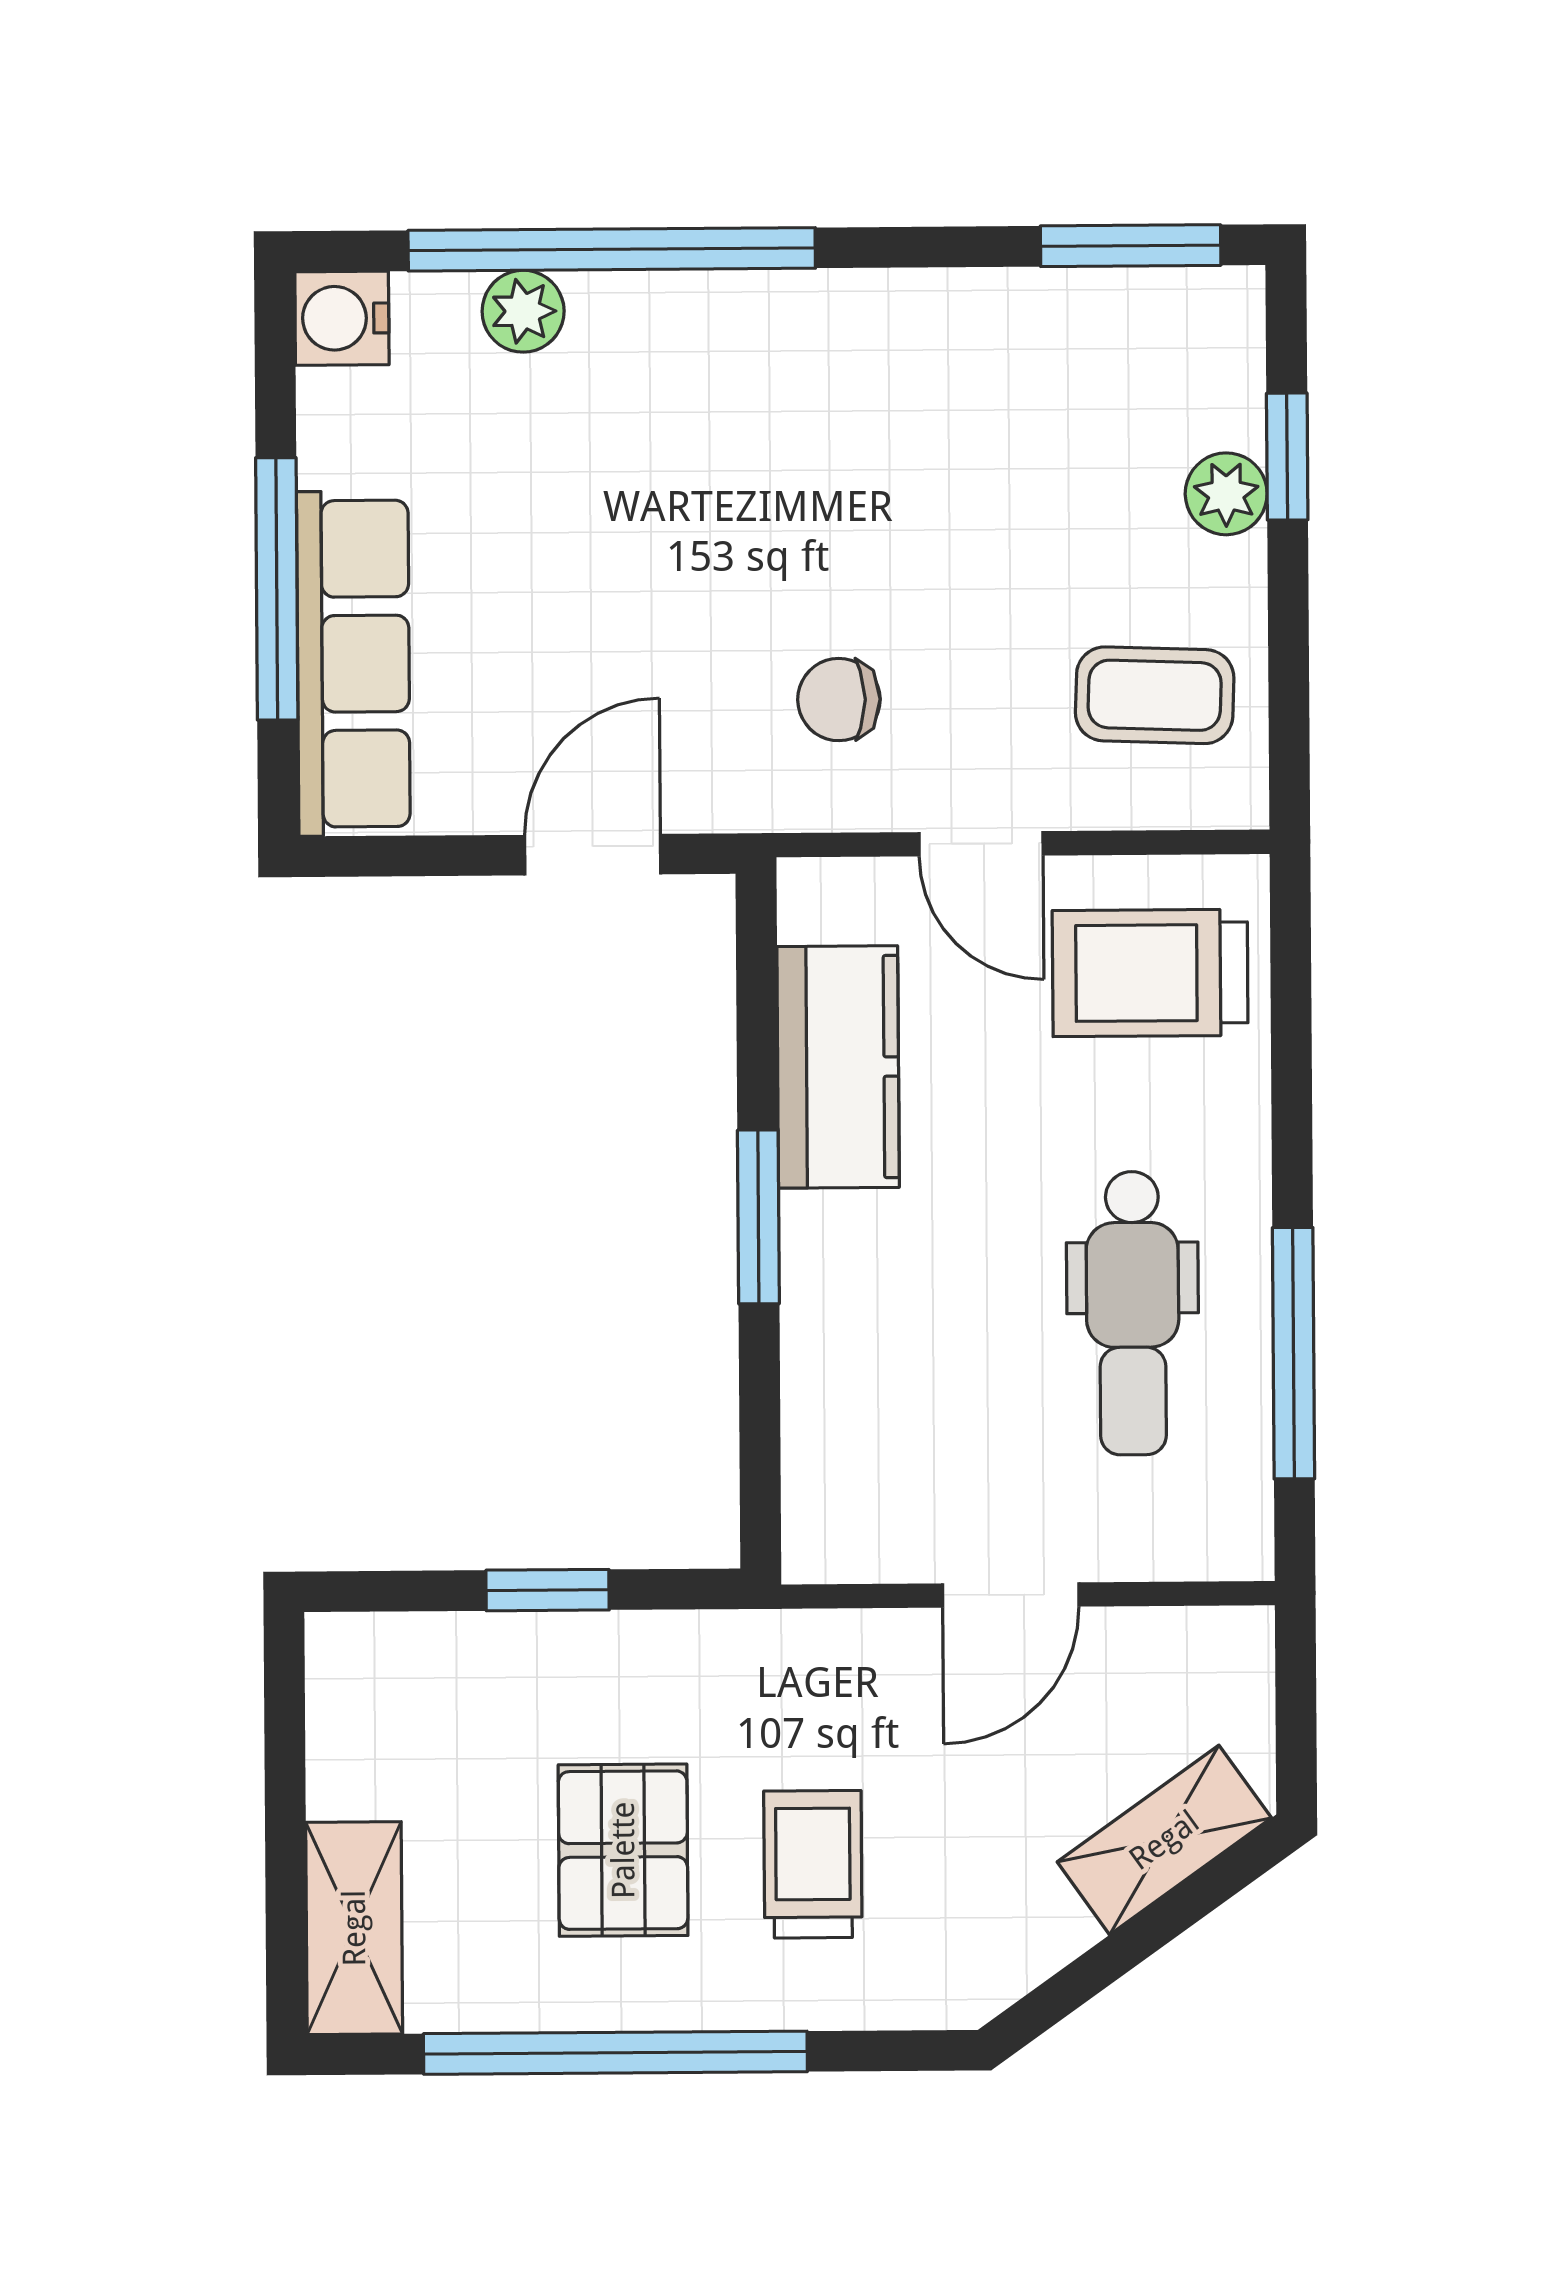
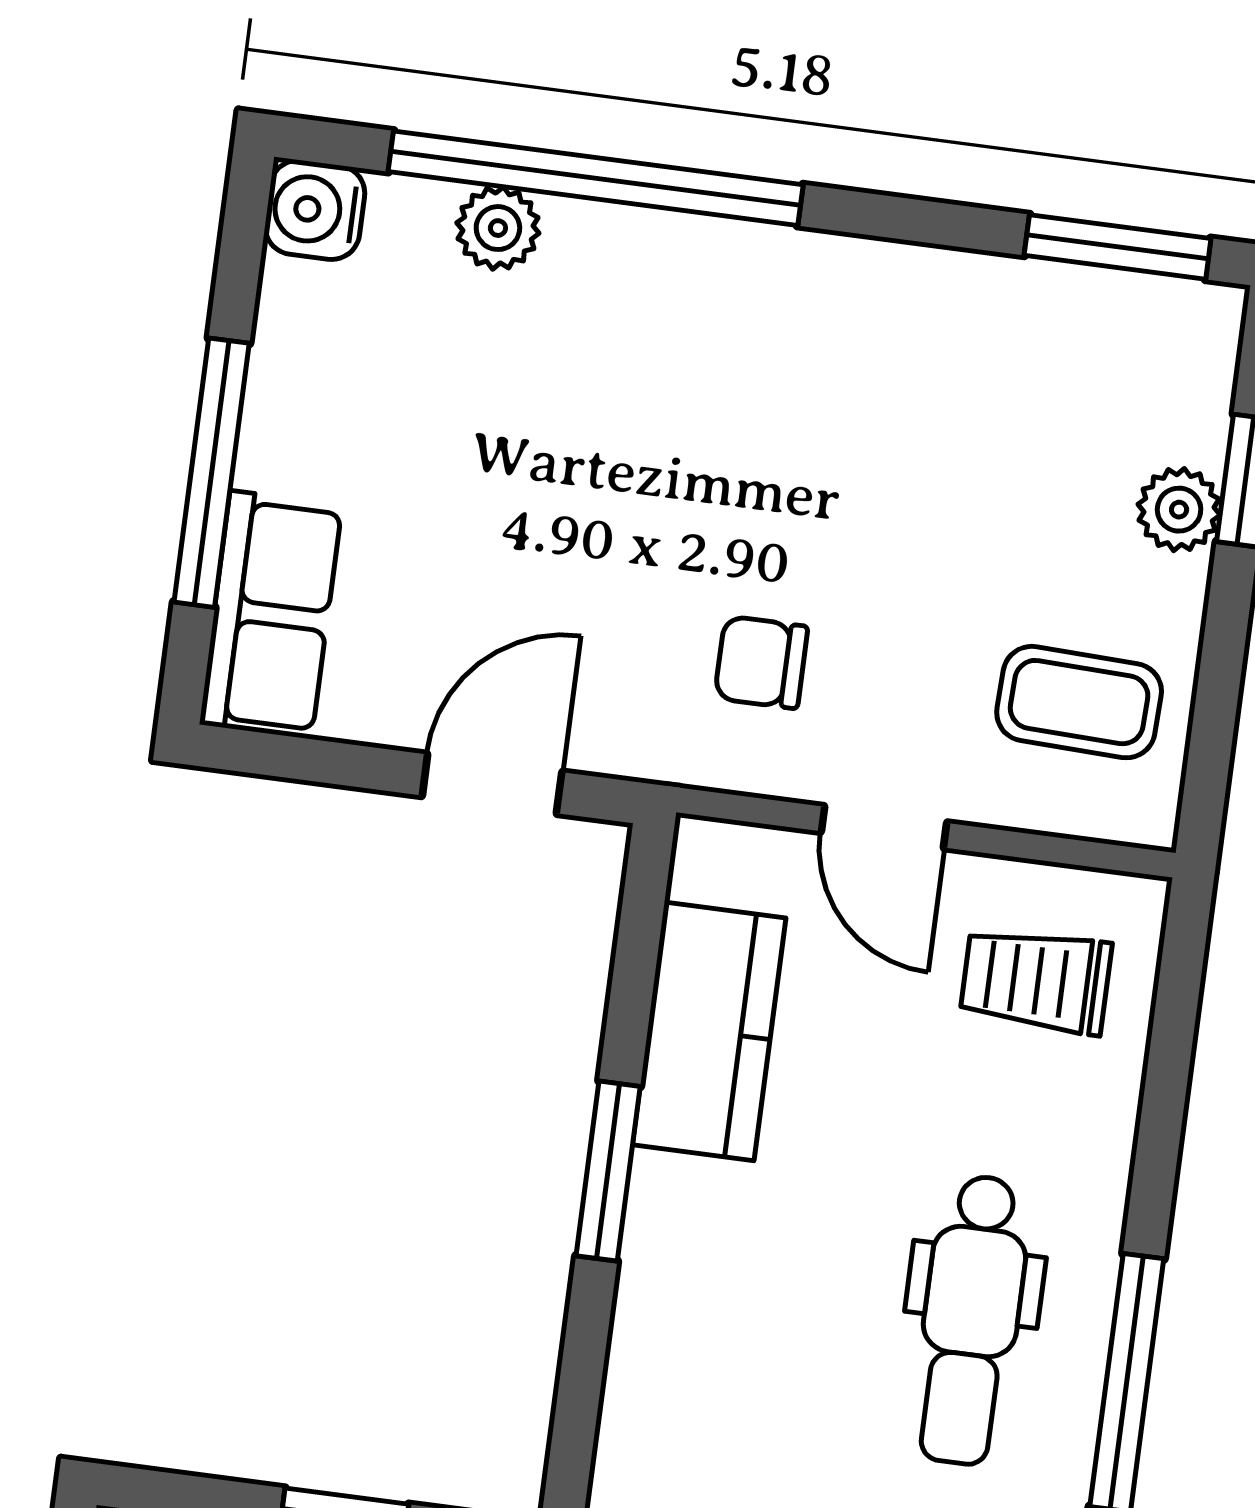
row of seats: (353, 664) -> (271, 615), width x0.68
trolley: (1150, 973) -> (1036, 981), width x0.73, depth x0.72

